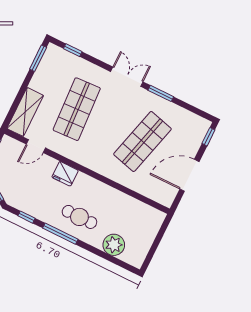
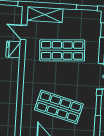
fridge: (65, 174) -> (13, 49), moved

